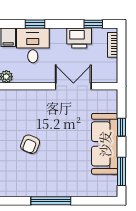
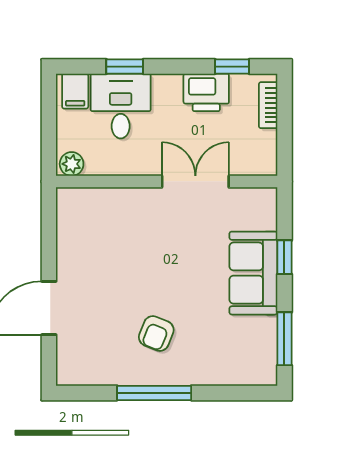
armchair: (30, 144) -> (156, 334), moved
sofa: (105, 144) -> (253, 273), width x0.73

